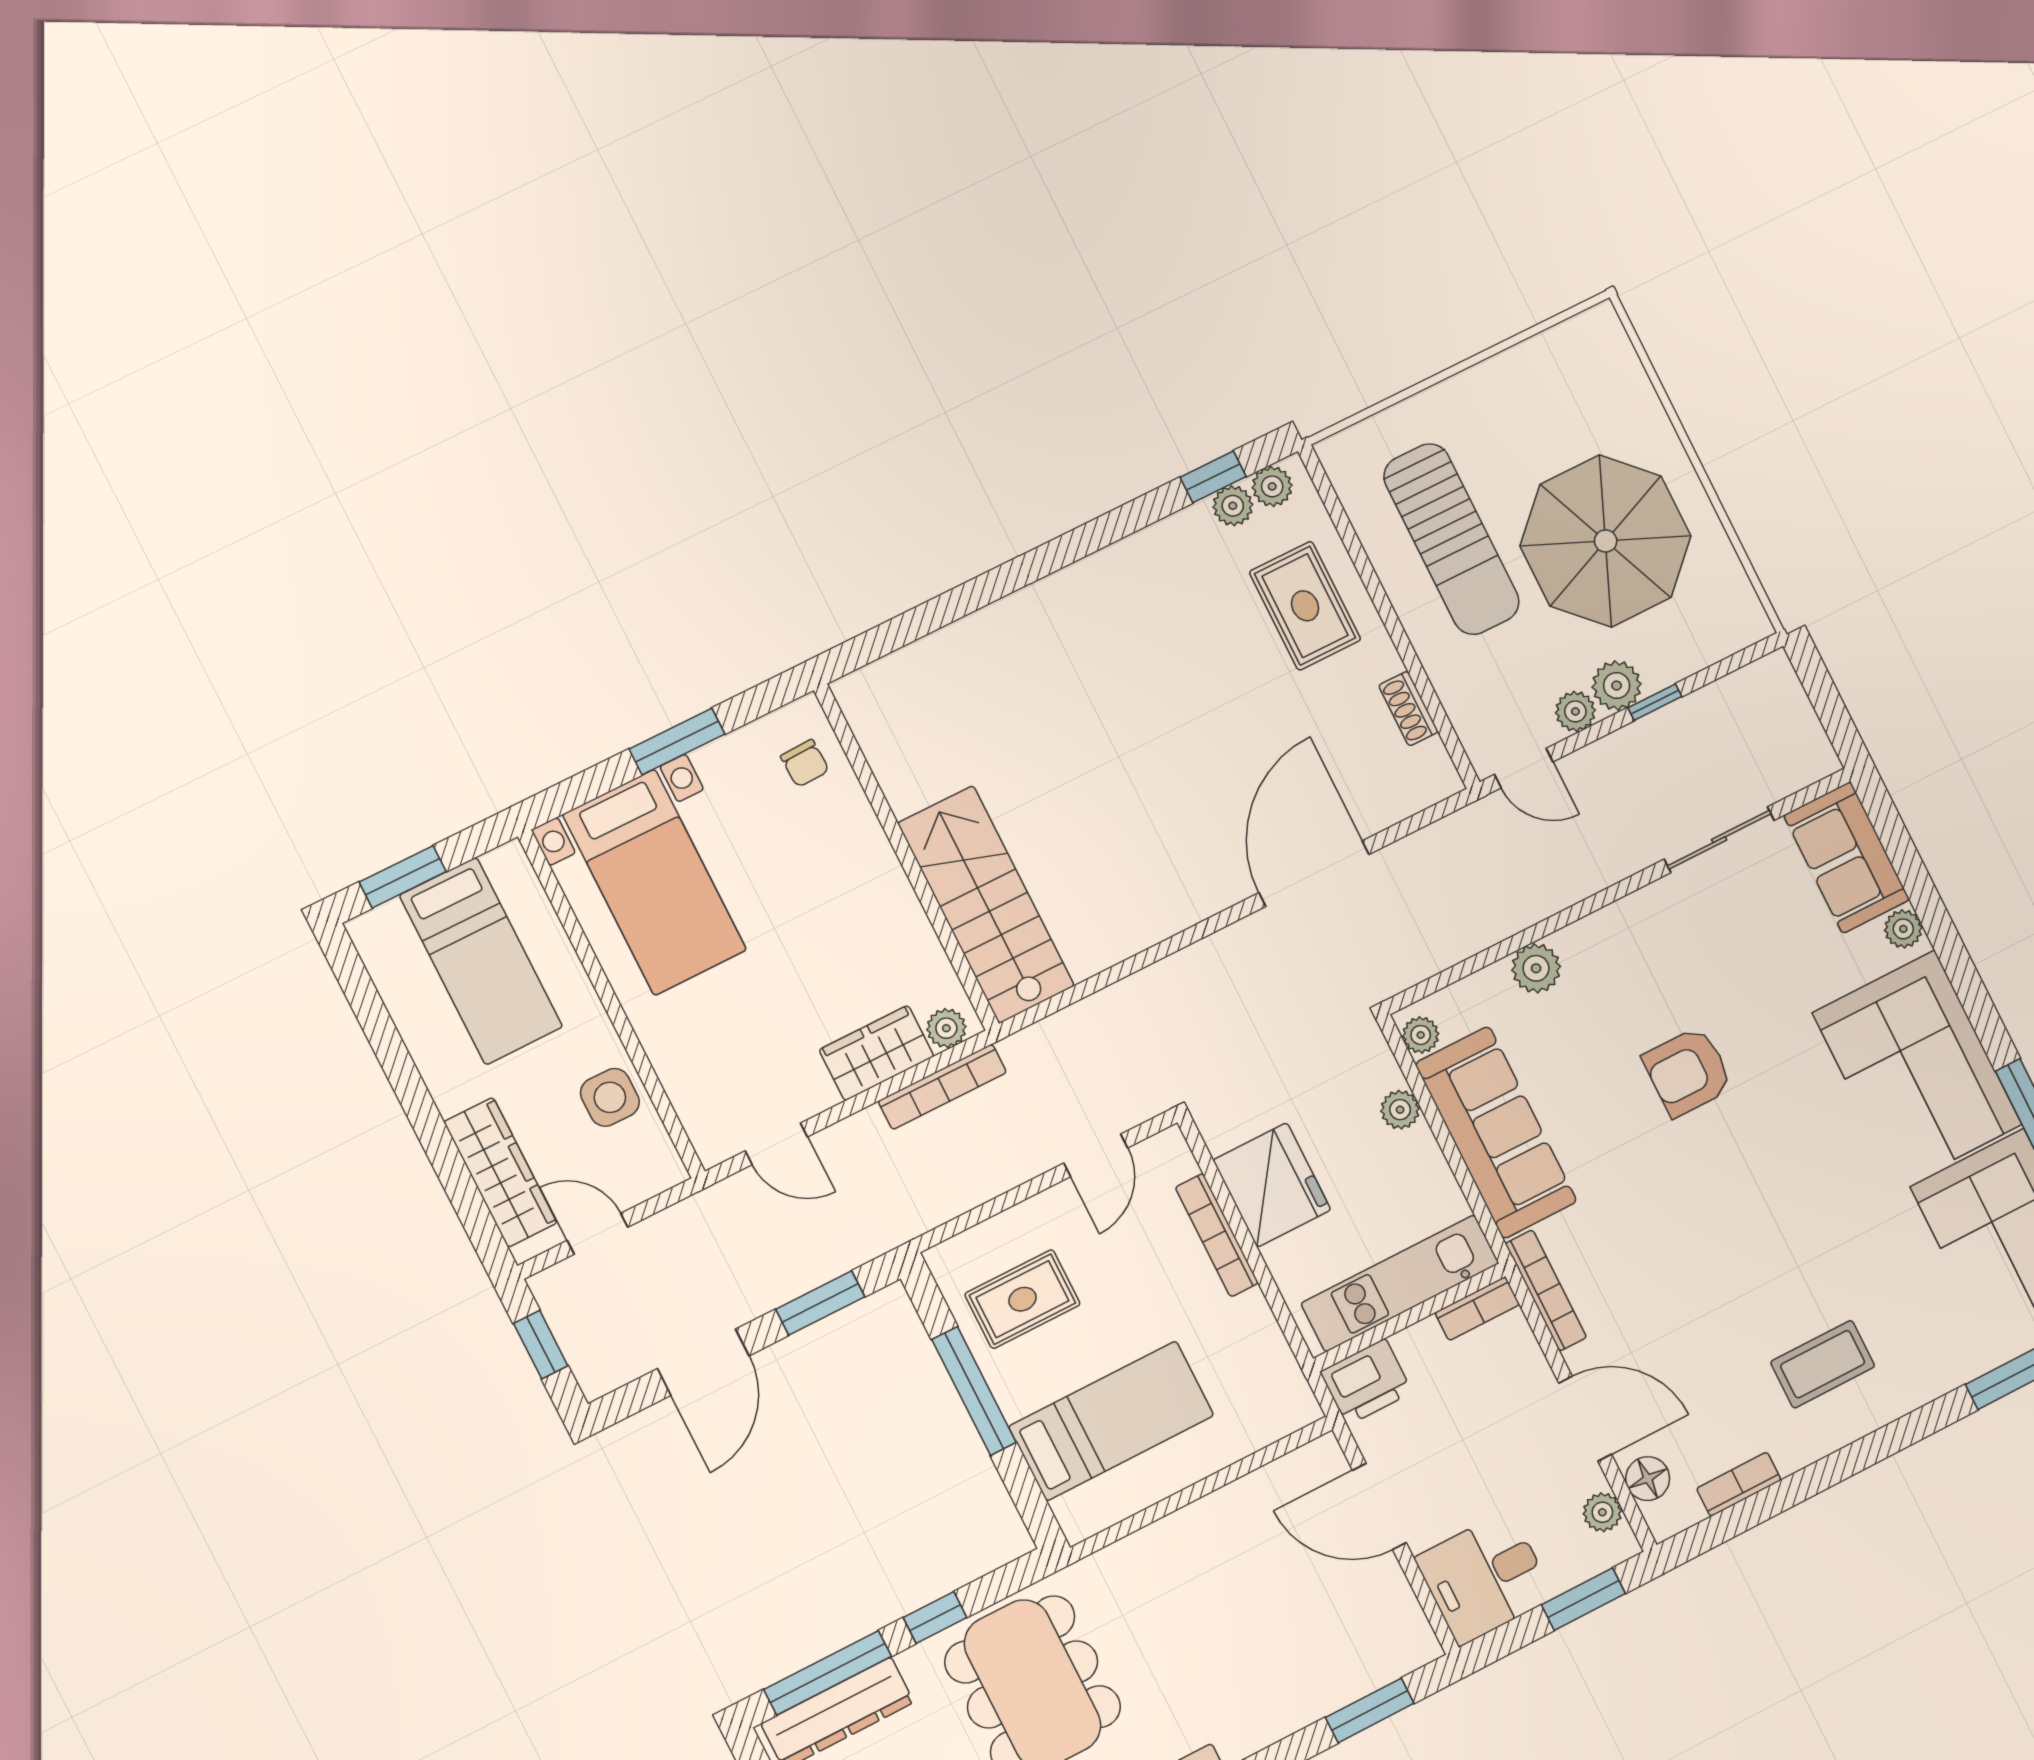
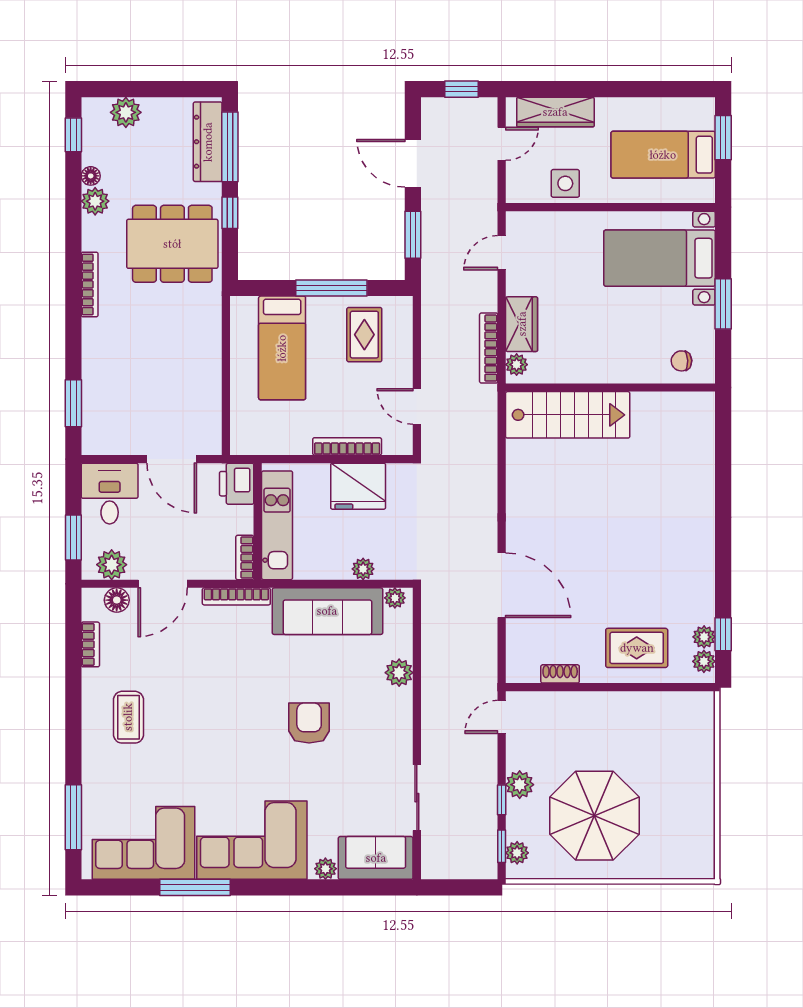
sun lounger: (1452, 539) -> (634, 738), removed
window: (1728, 665) -> (502, 846), added
plant: (1575, 711) -> (517, 853), moved
door: (1379, 1506) -> (172, 459), swing flipped
plant: (1602, 1512) -> (112, 565), width x1.38, depth x1.38

